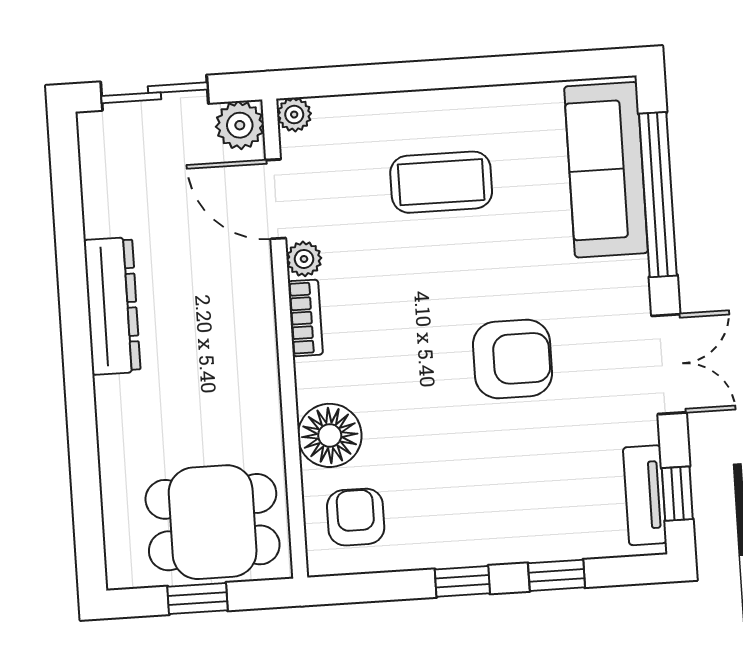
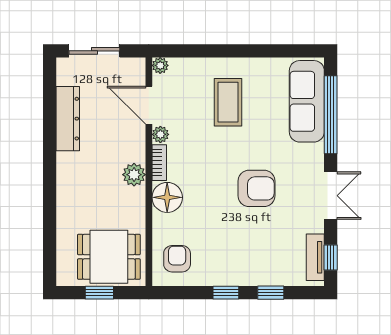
plant: (240, 125) -> (134, 175), moved
coffee table: (441, 182) -> (228, 102), turned 90
dresser: (112, 306) -> (68, 119), moved
floor lamp: (330, 435) -> (167, 197), moved

